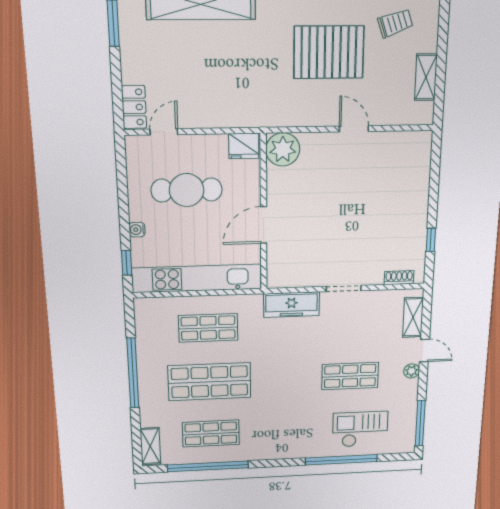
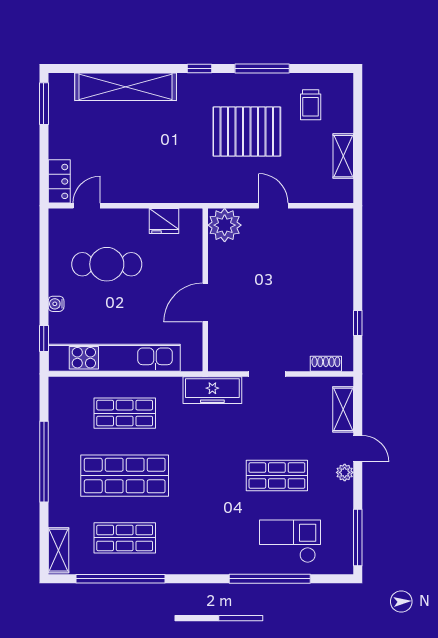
trolley: (395, 23) -> (311, 105), turned 109
plant: (283, 149) -> (225, 225), moved
wall: (263, 213) -> (205, 290), moved
door: (264, 225) -> (205, 302), moved

